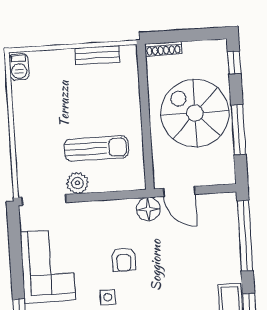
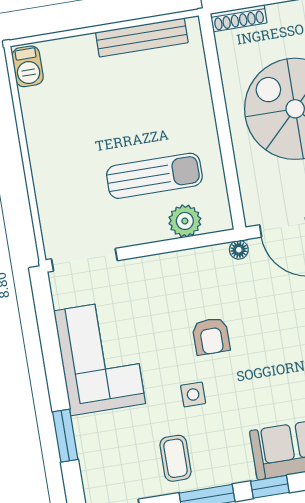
bench: (97, 55) -> (142, 37), width x1.36
plant: (77, 183) -> (185, 221), moved
floor lamp: (148, 209) -> (239, 250), width x0.53, depth x0.53

